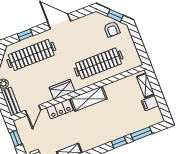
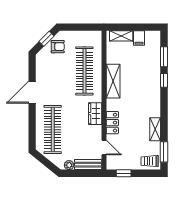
window: (25, 35) -> (32, 128), removed
shelving: (88, 99) -> (113, 81), moved

